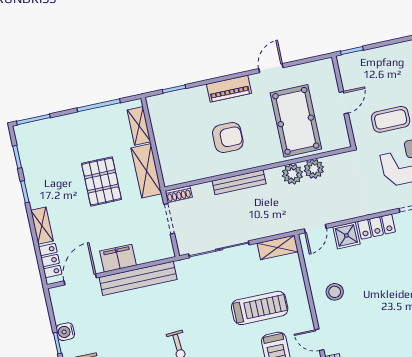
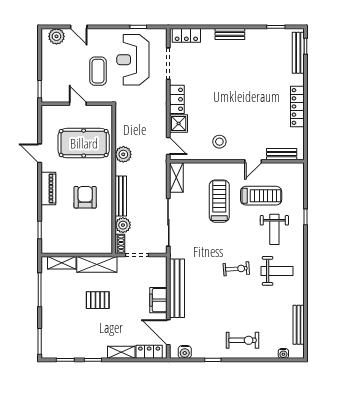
plant: (314, 169) -> (123, 225), moved
pallet: (102, 181) -> (98, 300), width x0.67, depth x0.71
water cooler: (65, 332) -> (185, 352), moved

